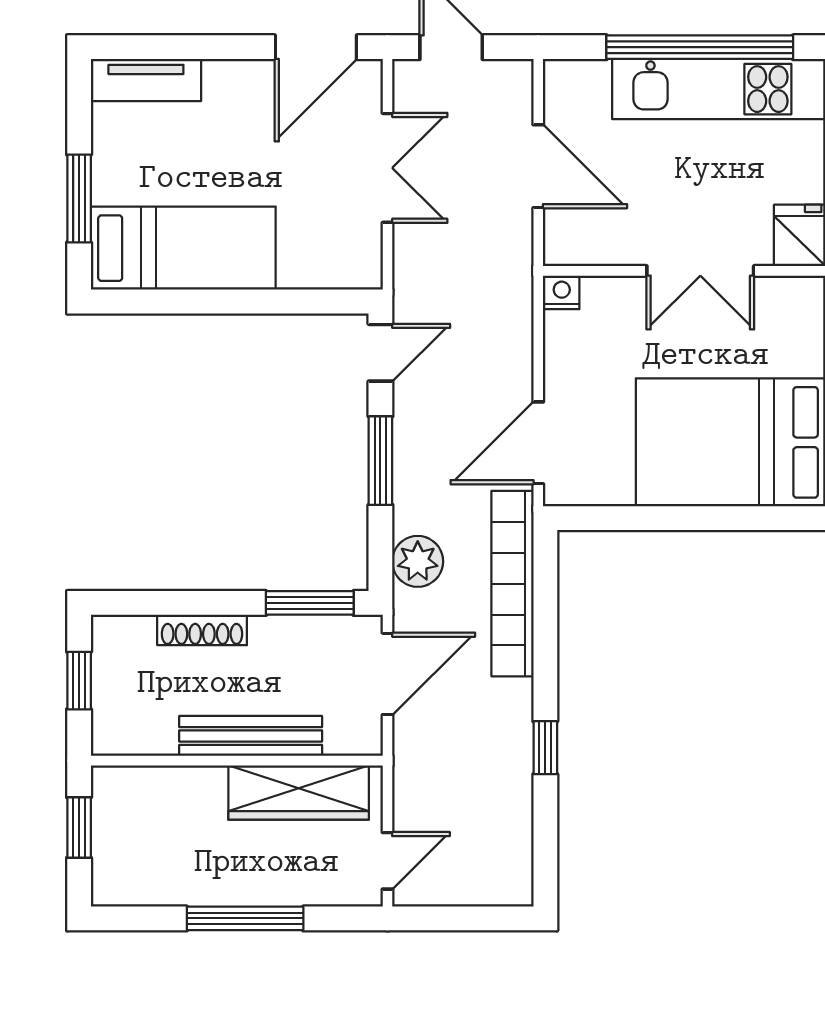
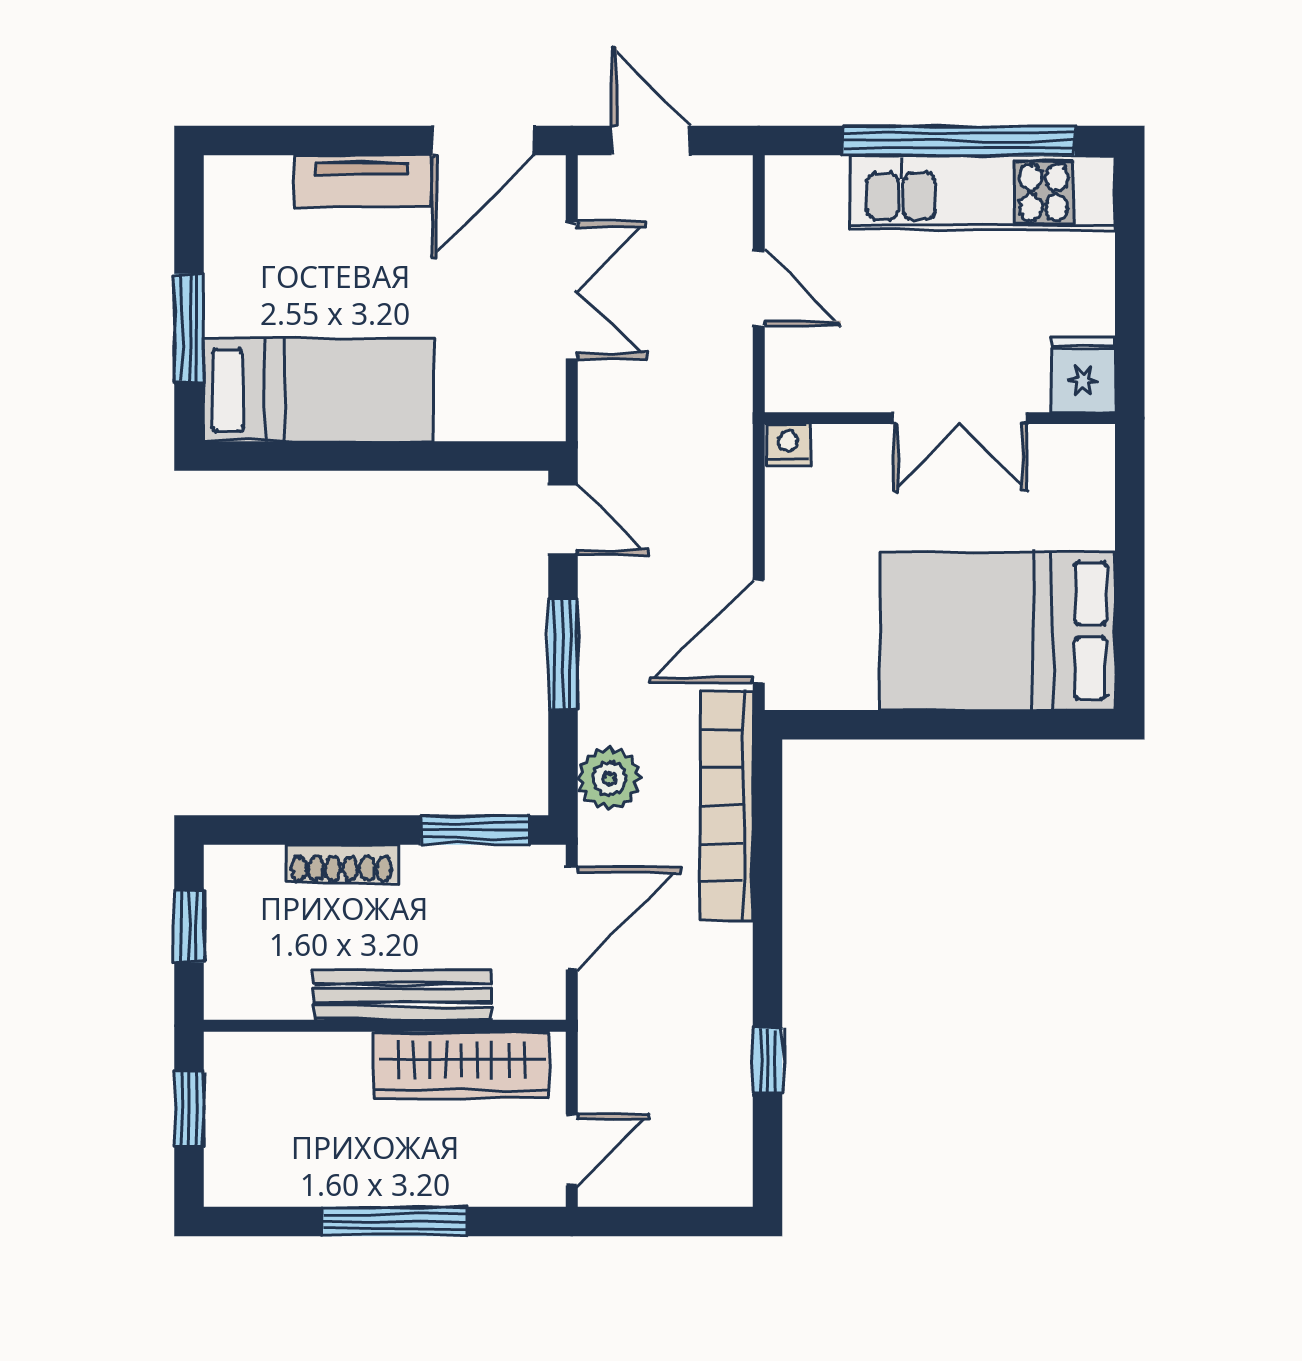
tv unit: (146, 80) -> (362, 181), moved
door: (538, 166) -> (759, 288), width x0.73
door: (380, 353) -> (563, 520), hinge flipped
window: (545, 748) -> (768, 1061), moved

